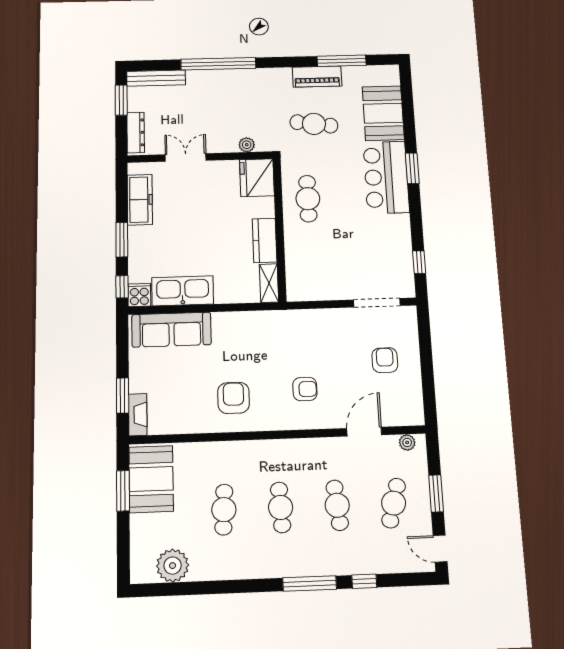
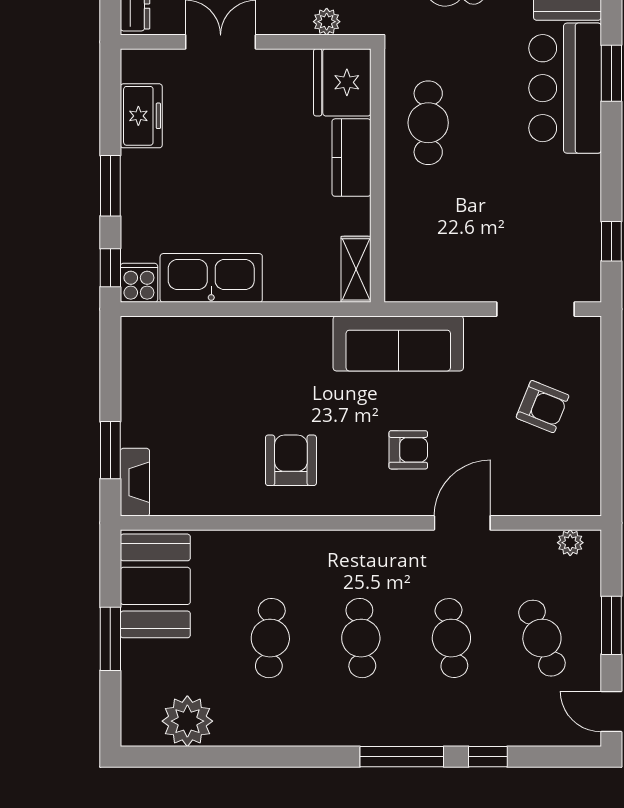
freezer: (140, 200) -> (141, 116), width x0.71
kitchen counter: (265, 240) -> (351, 158), moved
sofa: (171, 330) -> (398, 343), moved
armchair: (385, 360) -> (543, 407), turned 112
door: (364, 432) -> (462, 523), moved
window: (123, 491) -> (110, 639), moved
cafe table: (394, 503) -> (542, 638), turned -36

